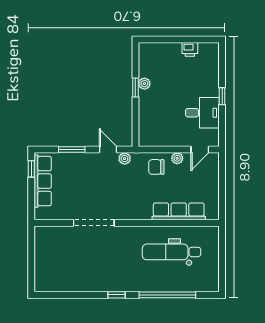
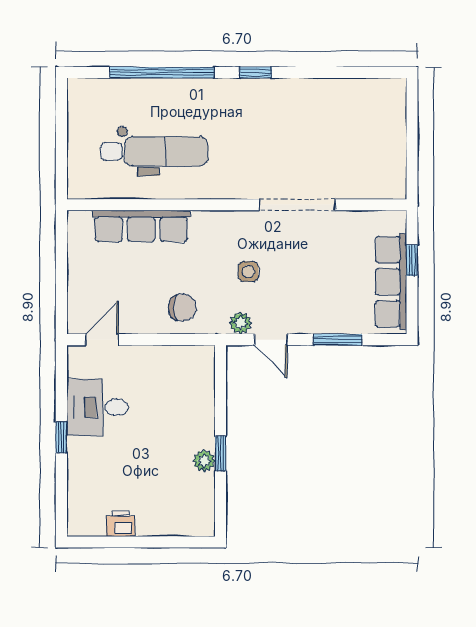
plant: (177, 158) -> (144, 324), removed
window: (31, 169) -> (412, 260), moved
side table: (120, 187) -> (248, 271), added

